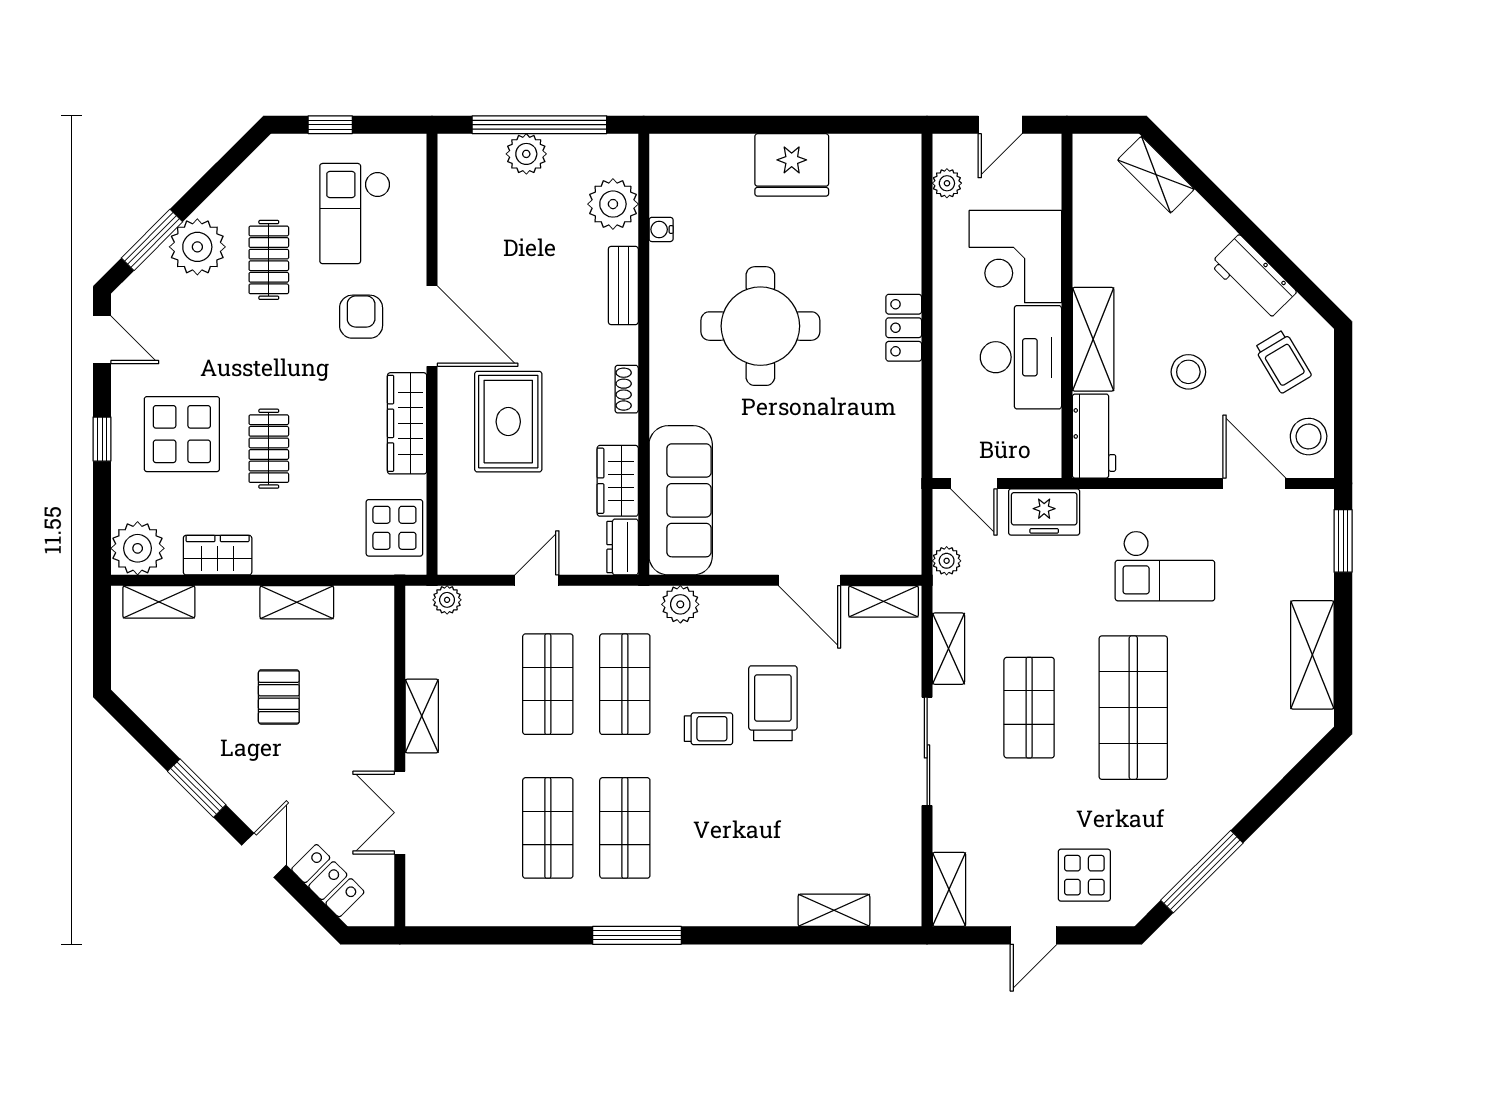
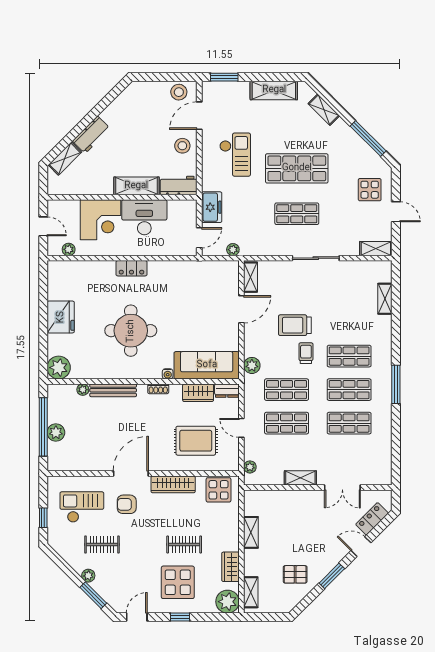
plant: (676, 160) -> (59, 368), added
plant: (613, 204) -> (83, 390), width x0.53, depth x0.53
checkout: (355, 214) -> (82, 507), turned 180
water cooler: (661, 229) -> (168, 374), moved
plant: (197, 247) -> (88, 576), width x0.53, depth x0.53
workbench: (1253, 278) -> (91, 135), moved
bench: (623, 285) -> (113, 390), width x1.36
trolley: (1283, 362) -> (146, 103), removed
stool: (1188, 372) -> (182, 146), moved
rug: (508, 422) -> (196, 441), moved
shelving: (948, 649) -> (324, 110), moved, turned 45
pallet: (279, 697) -> (295, 574), moved
shop shelf: (702, 828) -> (349, 356), added

